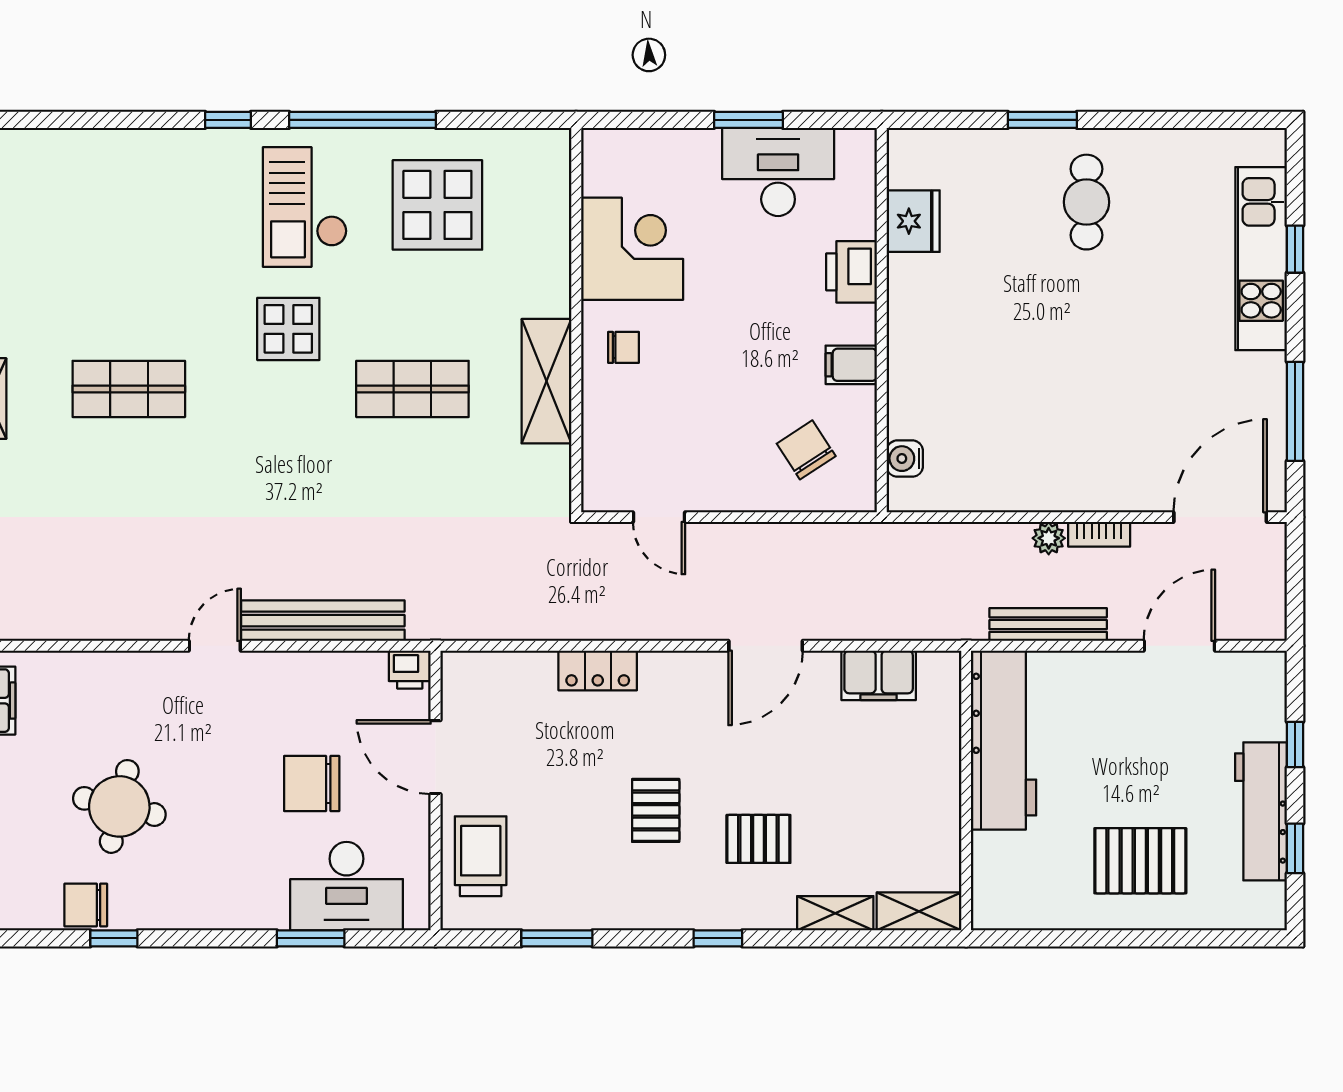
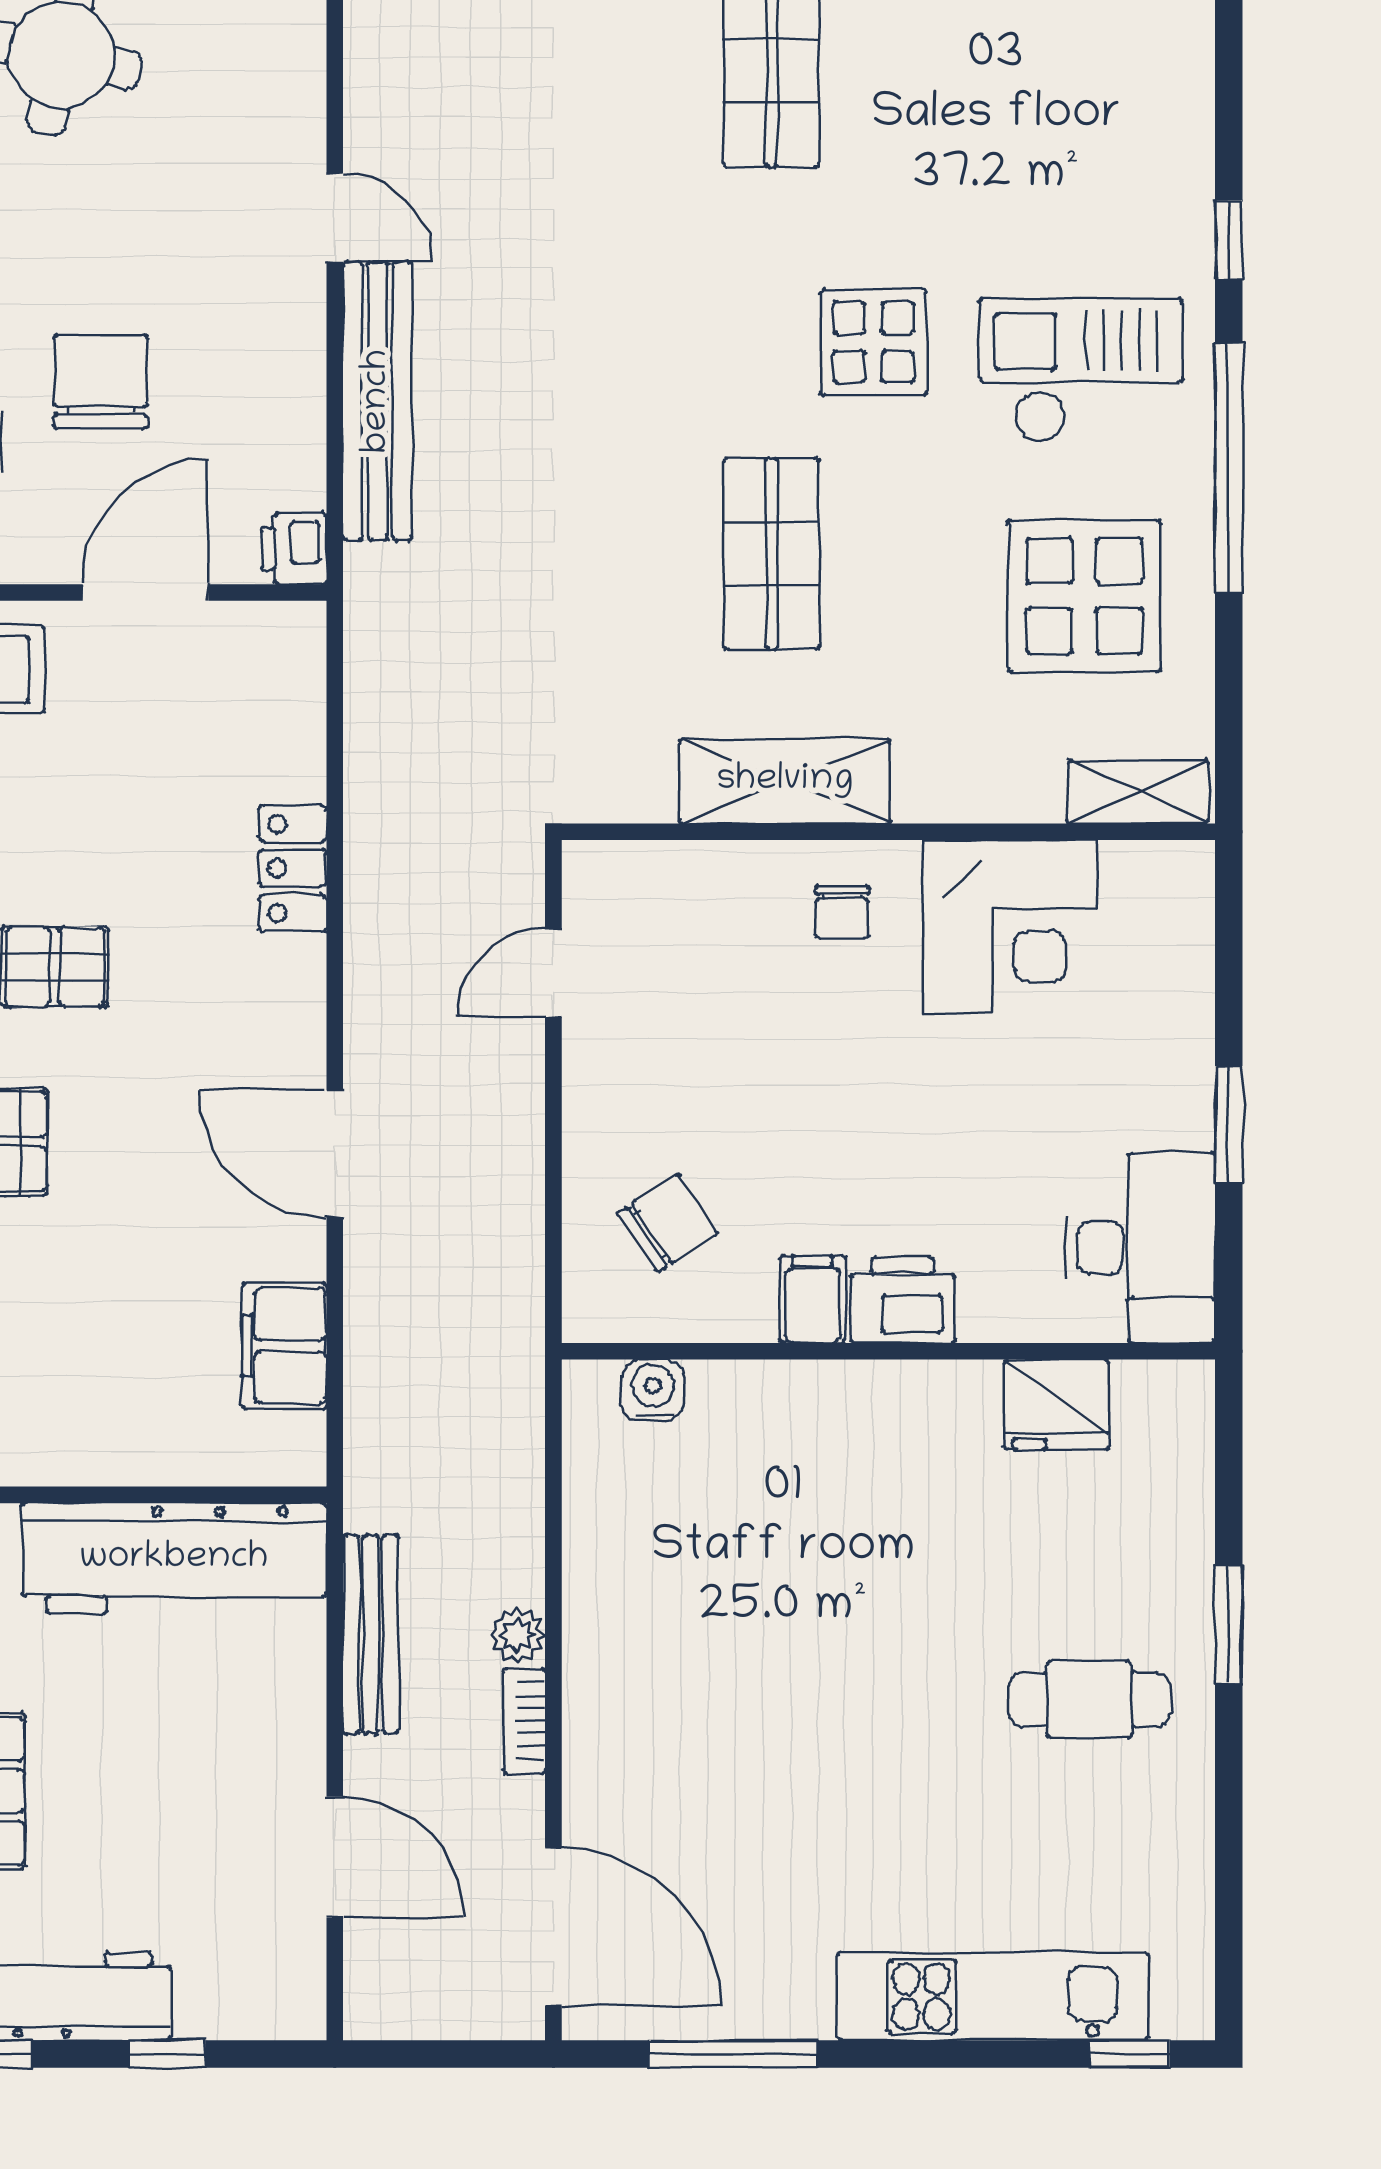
desk: (778, 172) -> (1140, 1248), moved
shelving: (553, 173) -> (1138, 792), added
window: (1295, 249) -> (1130, 2054), moved
printer: (852, 272) -> (903, 1300), moved

